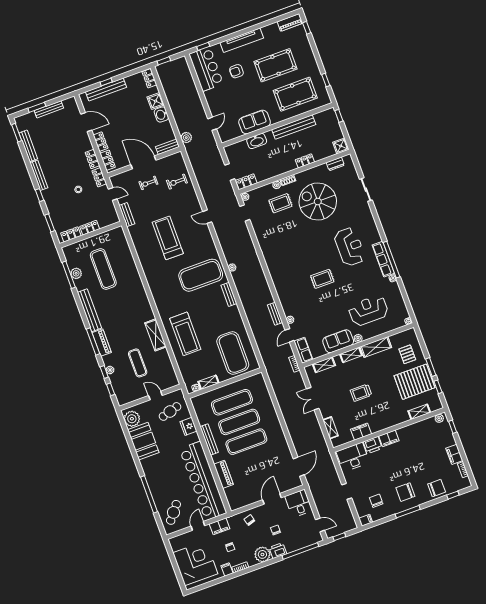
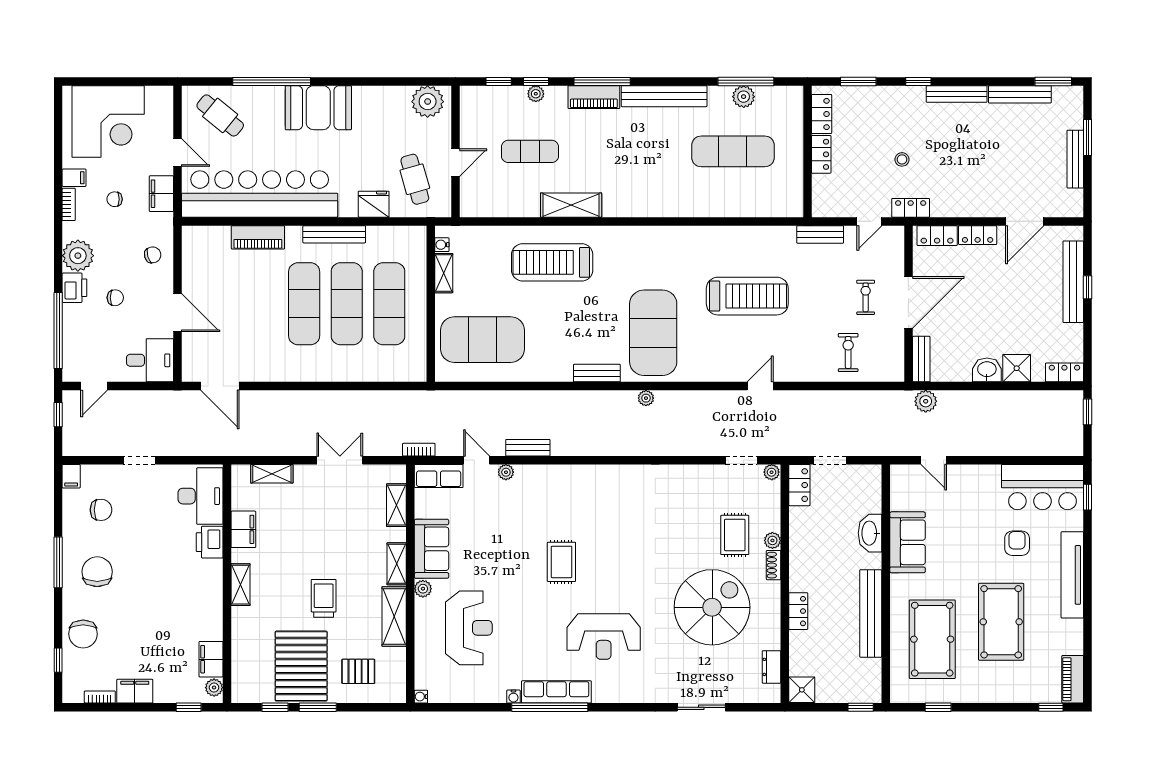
locker: (93, 159) -> (950, 208), removed
trolley: (361, 393) -> (324, 598), moved
shelving: (419, 412) -> (241, 585), moved
filing cabinet: (389, 438) -> (211, 659), moved
booth: (143, 441) -> (318, 108), moved

